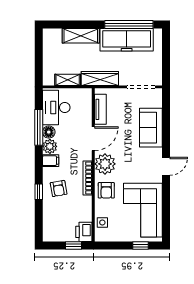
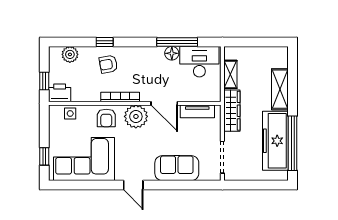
plant: (50, 146) -> (70, 54), moved
filing cabinet: (51, 161) -> (140, 55), removed
armchair: (106, 190) -> (106, 118), turned -90

